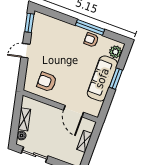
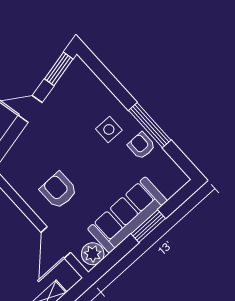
side table: (71, 40) -> (109, 129), added
plant: (116, 52) -> (93, 254), moved
armchair: (47, 82) -> (58, 190), moved

